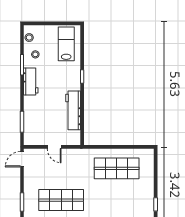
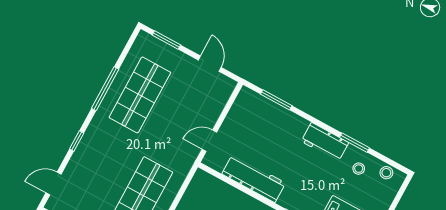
door: (54, 147) -> (209, 141), moved
door: (22, 159) -> (210, 64), moved

